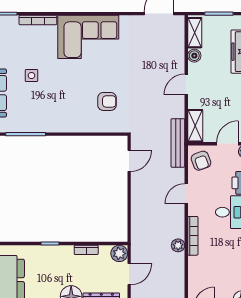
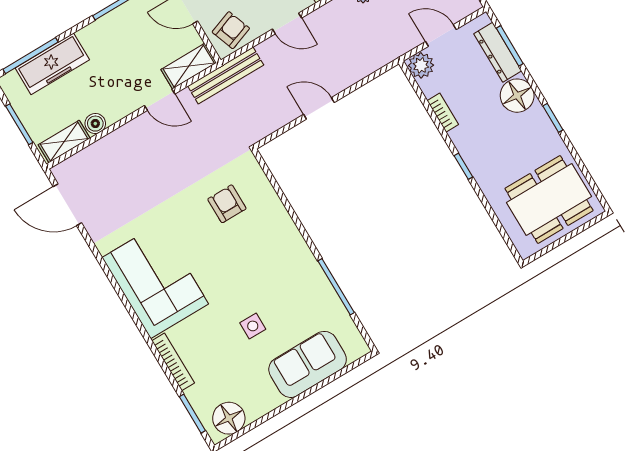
door: (186, 84) -> (160, 100), moved
door: (129, 161) -> (319, 108), moved

